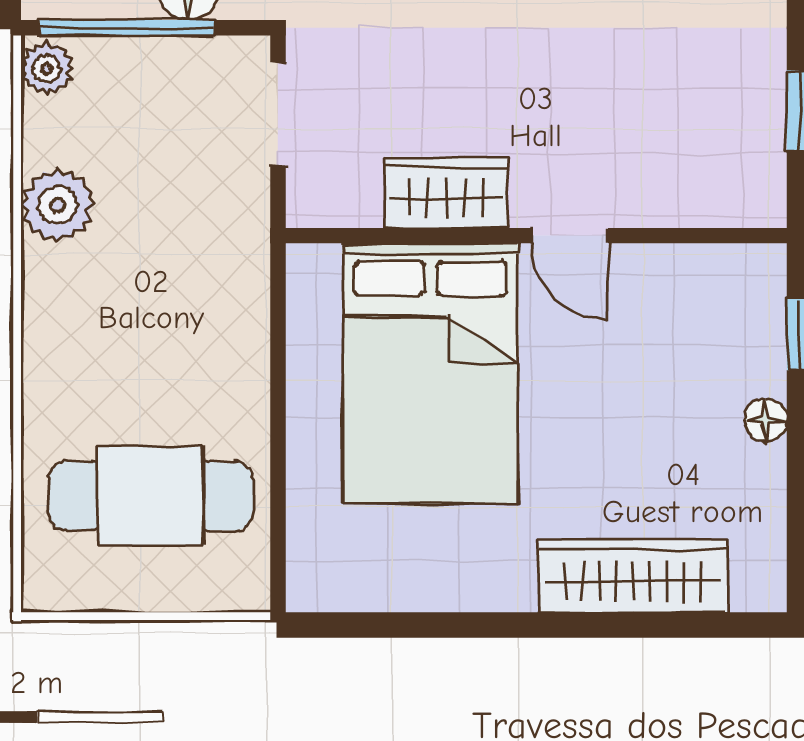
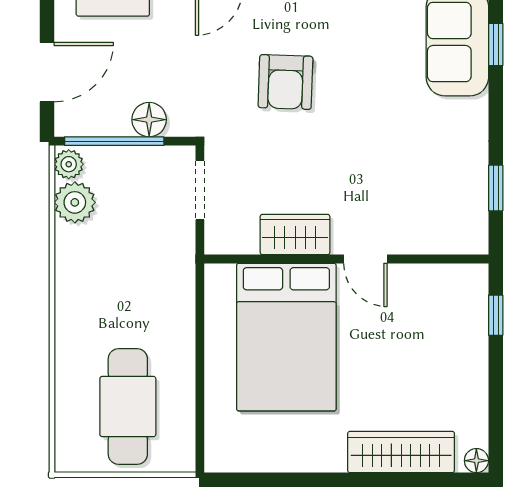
plant: (57, 205) -> (75, 202), moved
floor lamp: (766, 420) -> (476, 461), moved
cafe table: (151, 496) -> (128, 406), turned 90

